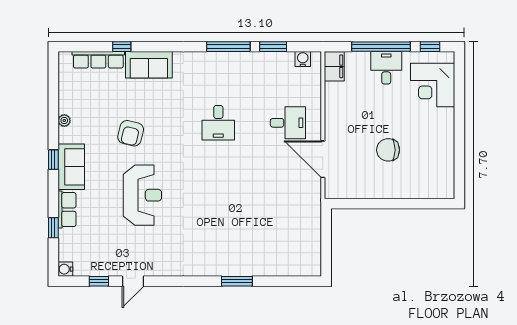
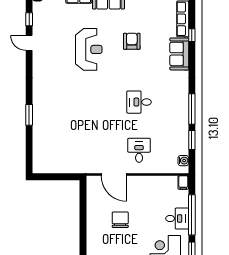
filing cabinet: (334, 66) -> (183, 183), width x0.50
desk: (288, 123) -> (139, 150), turned 180
armchair: (131, 133) -> (132, 41), turned 76
door: (323, 159) -> (114, 175), swing flipped
reception desk: (142, 195) -> (89, 49), turned -90

